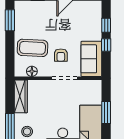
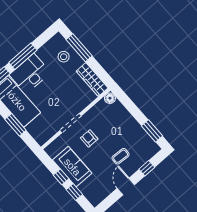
coffee table: (33, 48) -> (121, 156), moved, width x0.54, depth x0.58
sofa: (91, 59) -> (72, 167), moved
floor lamp: (32, 71) -> (110, 98), moved

